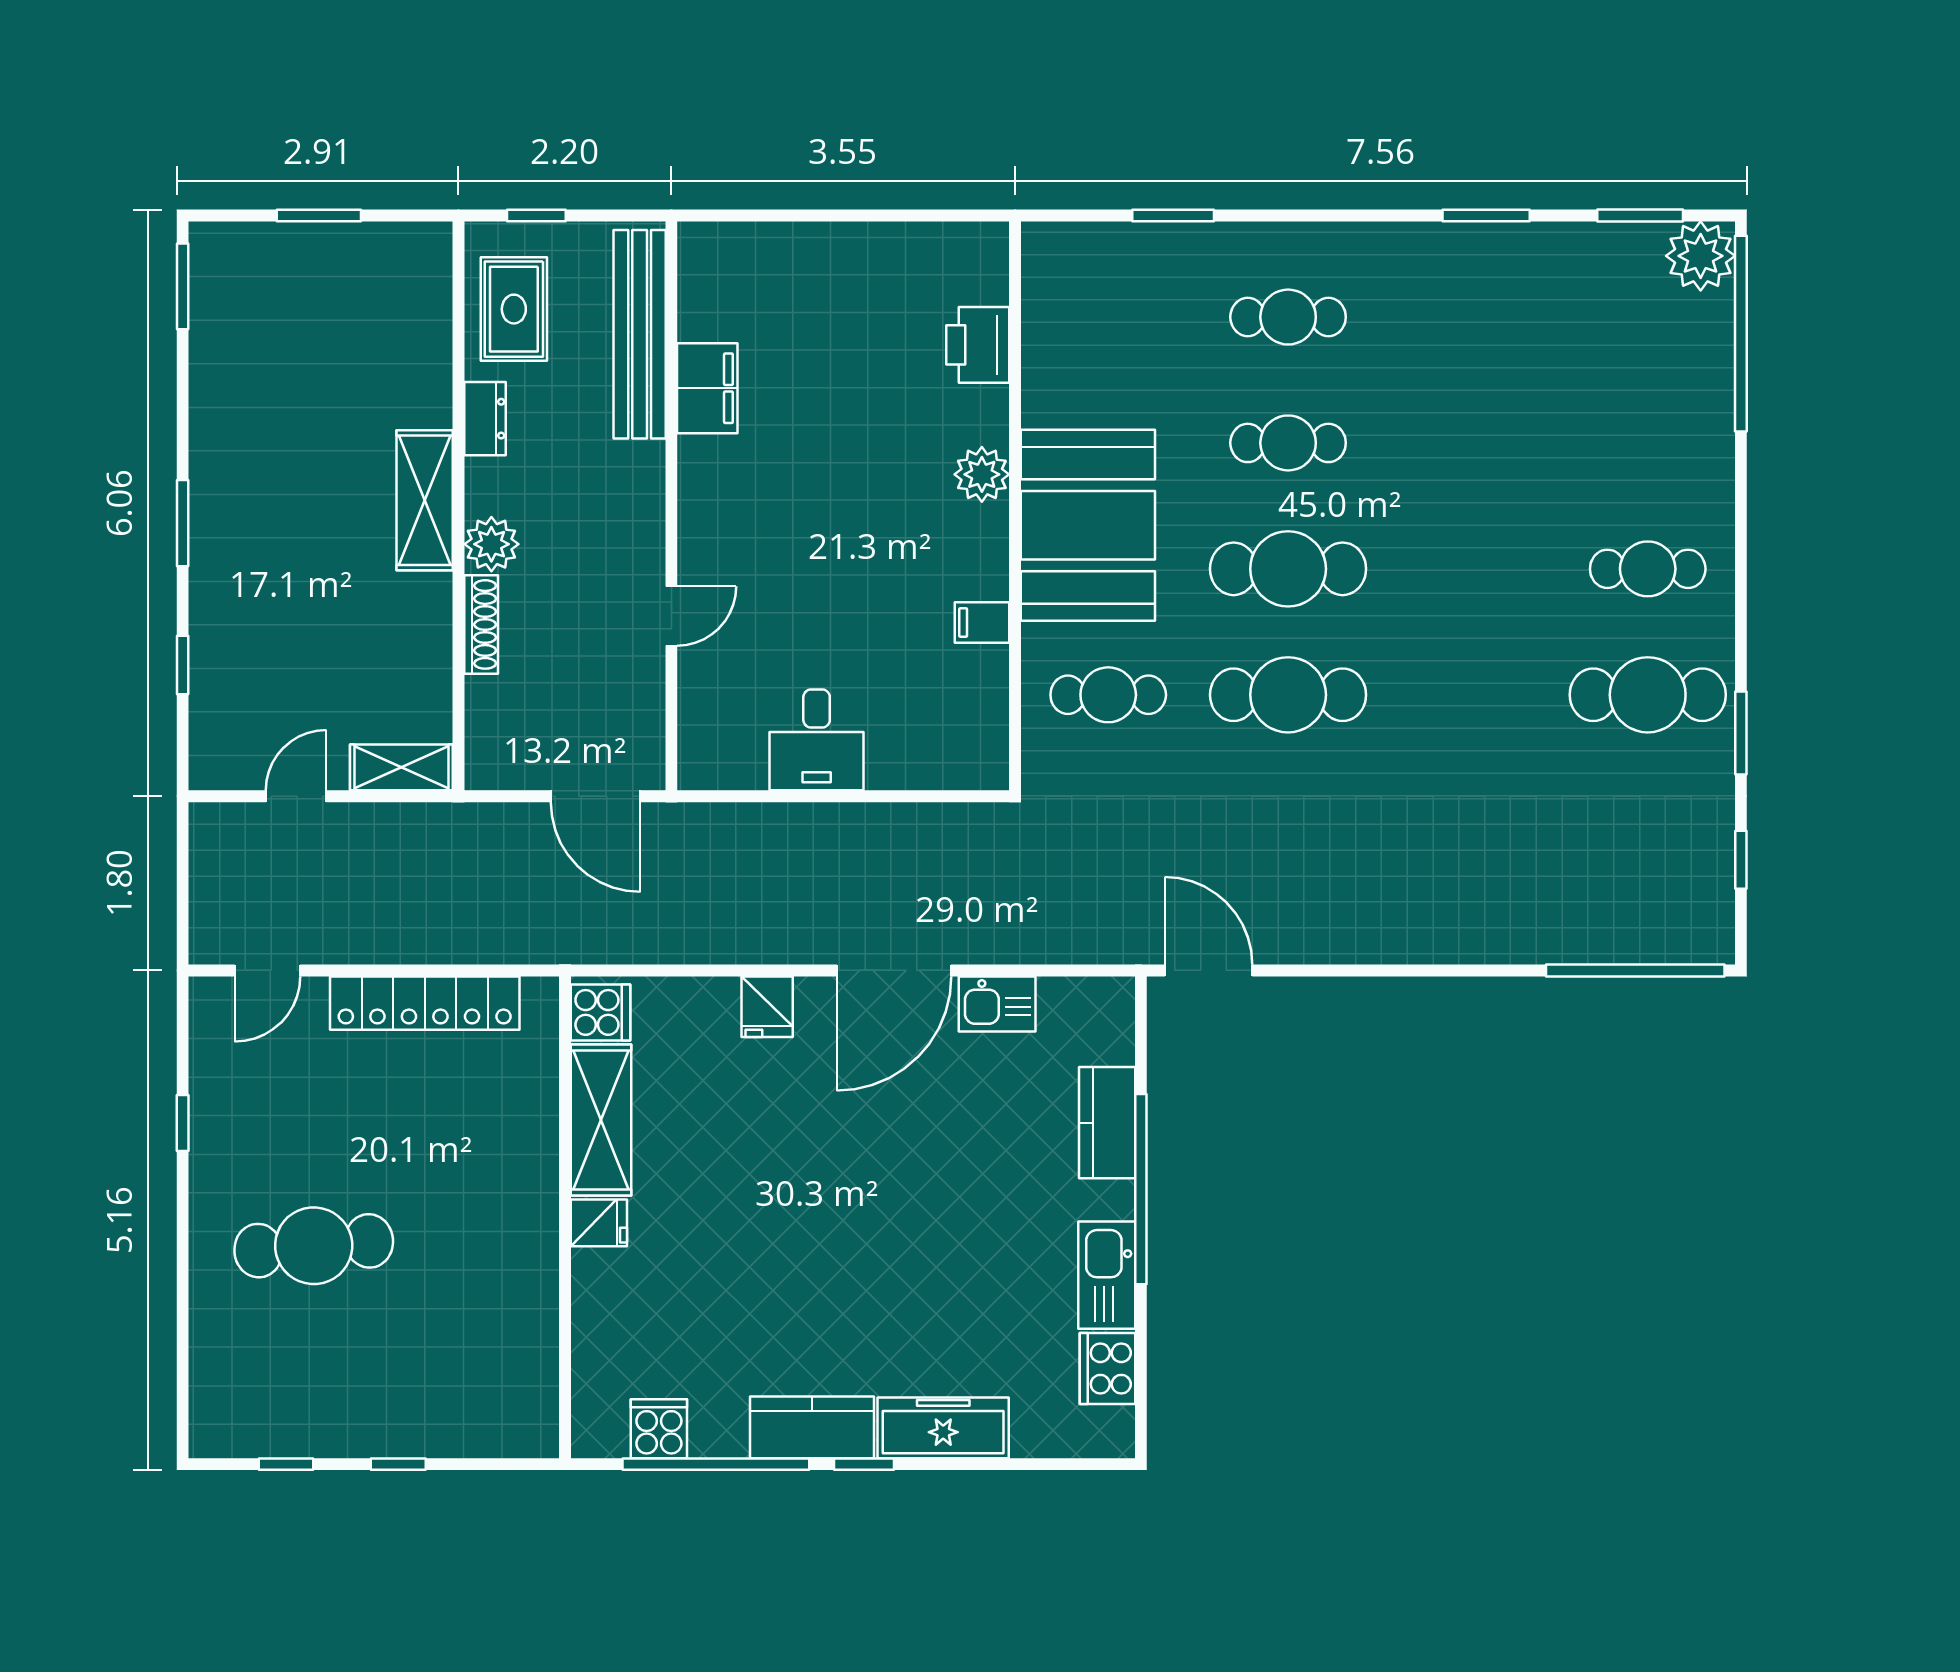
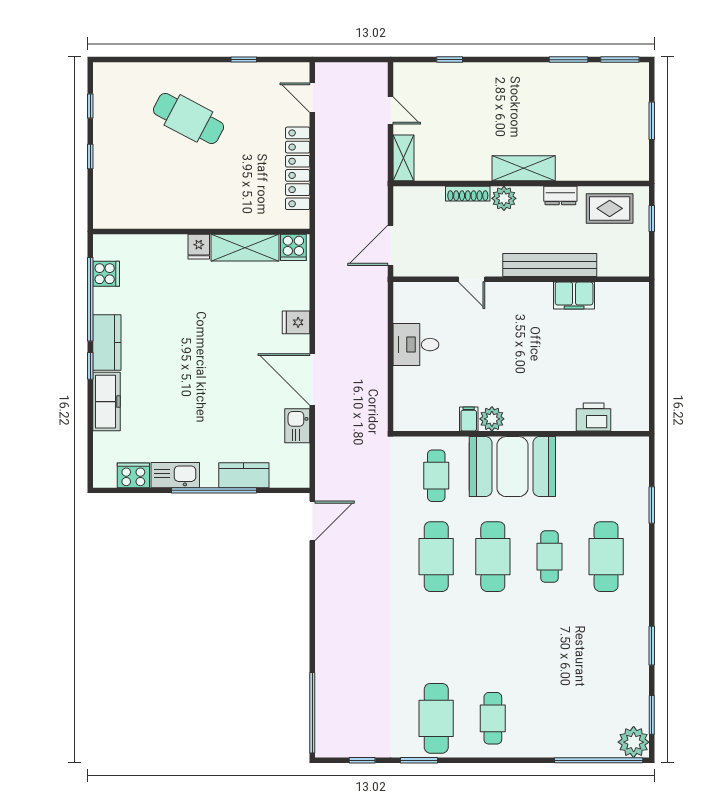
cafe table: (1288, 317) -> (606, 557), width x1.37, depth x1.35
bench: (640, 334) -> (550, 265), moved
plant: (982, 474) -> (492, 419), moved
window: (183, 523) -> (569, 60), moved
cafe table: (314, 1246) -> (188, 118), turned -57

